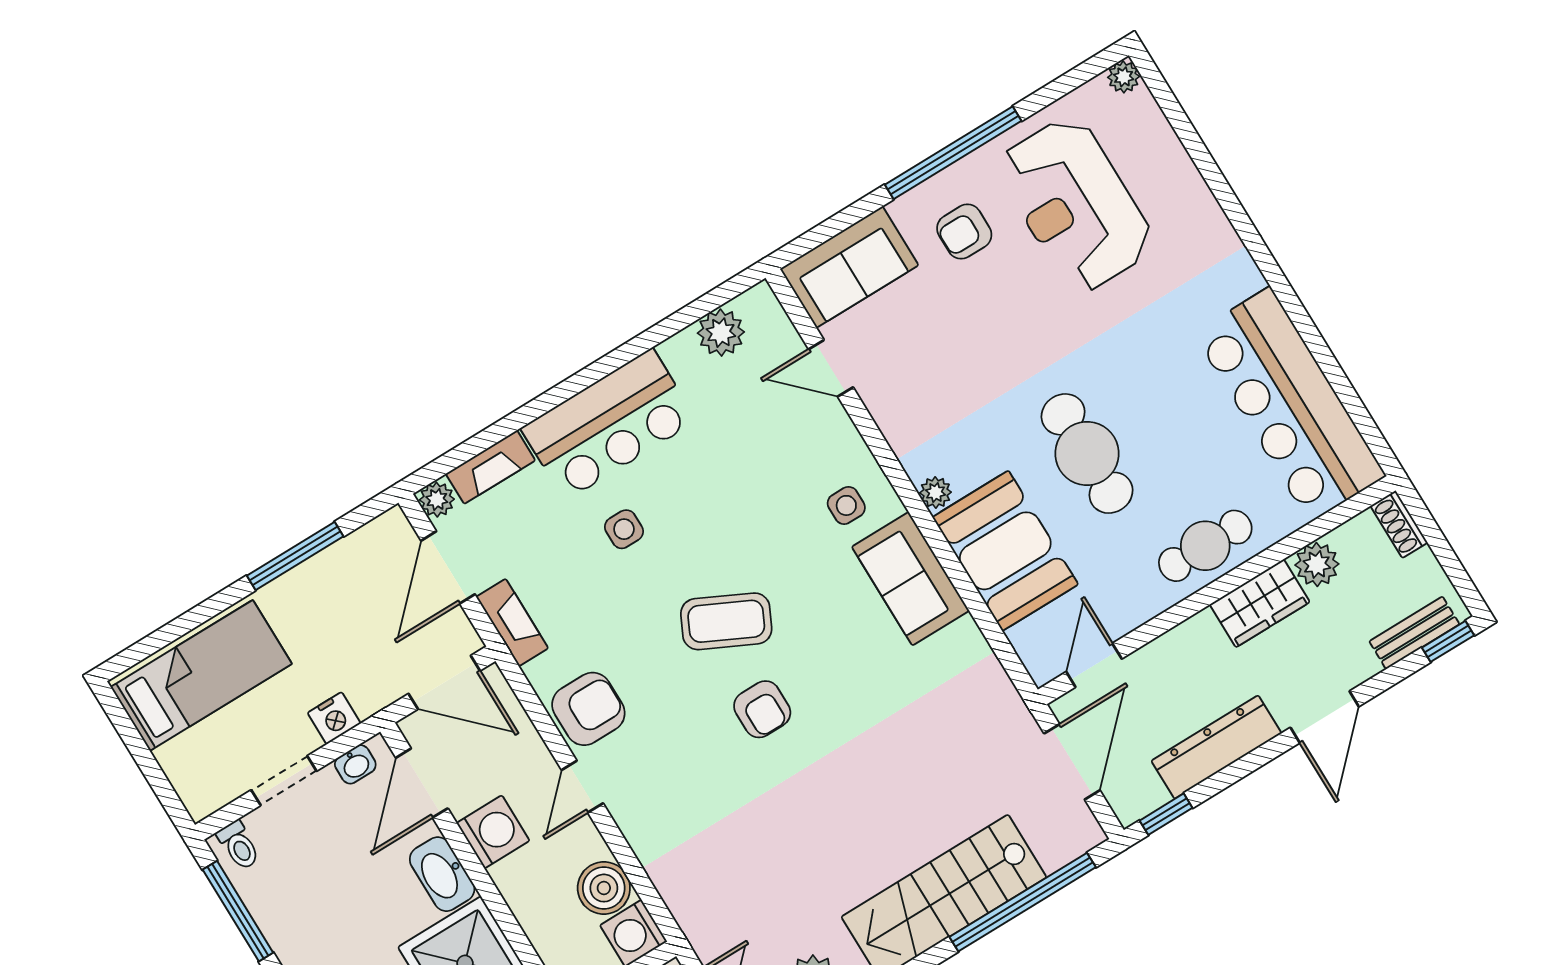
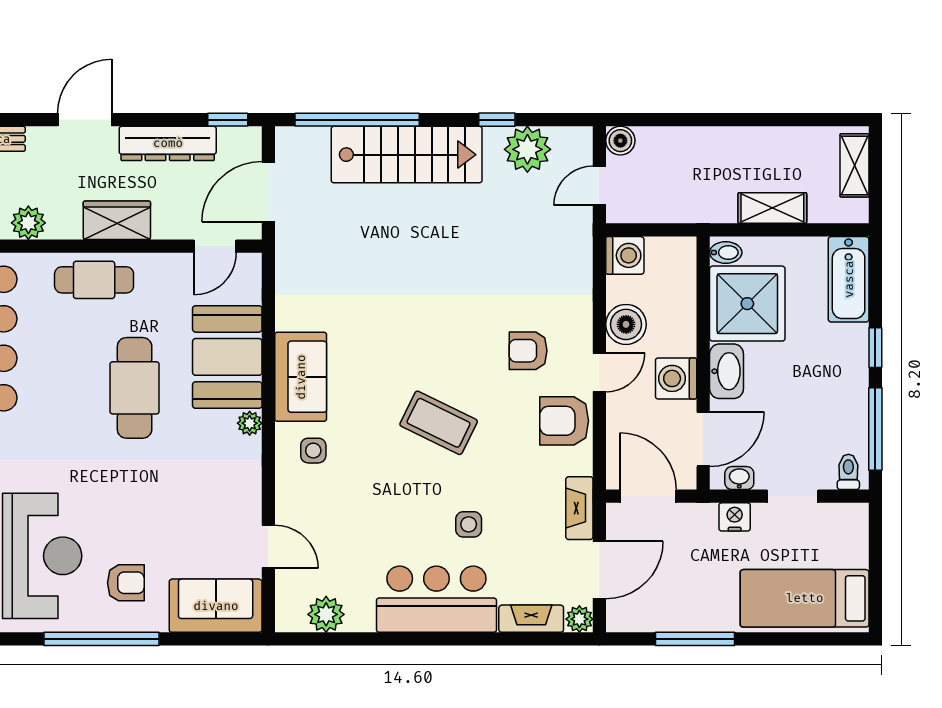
wardrobe: (1260, 603) -> (117, 220), moved
armchair: (762, 709) -> (528, 351), moved, turned -90
boiler: (604, 888) -> (626, 324), moved

